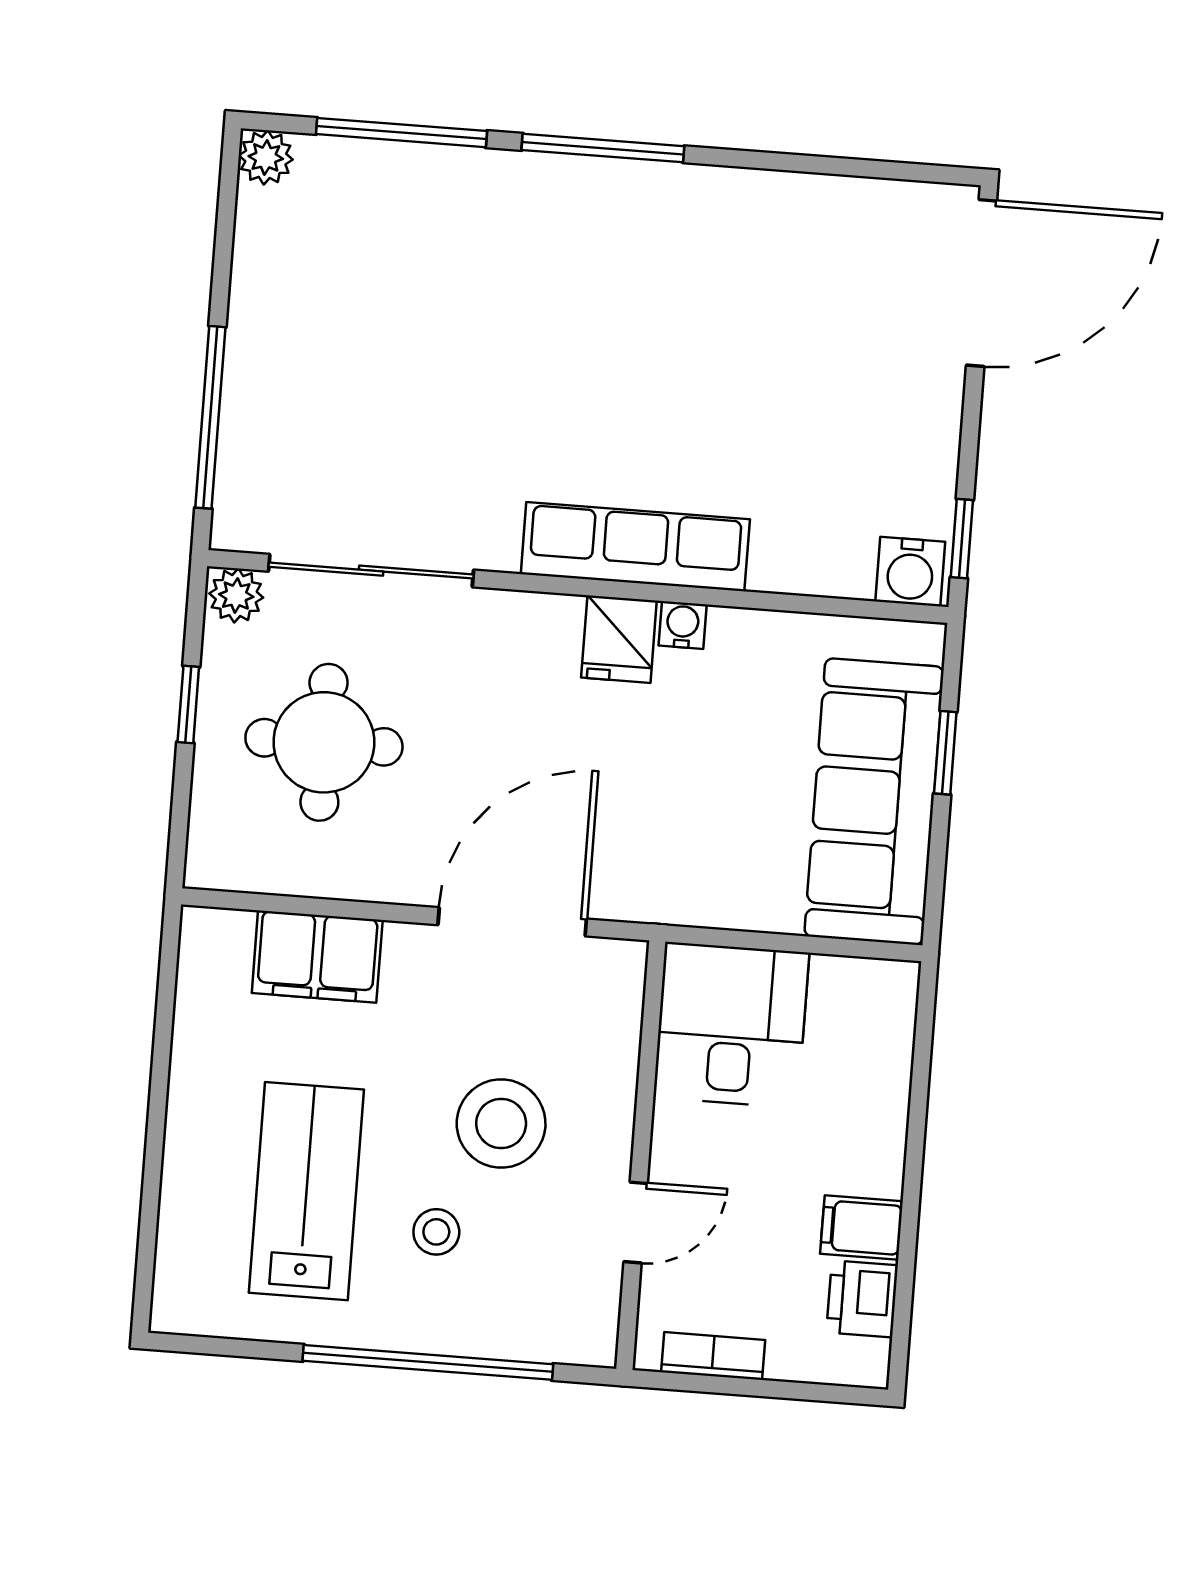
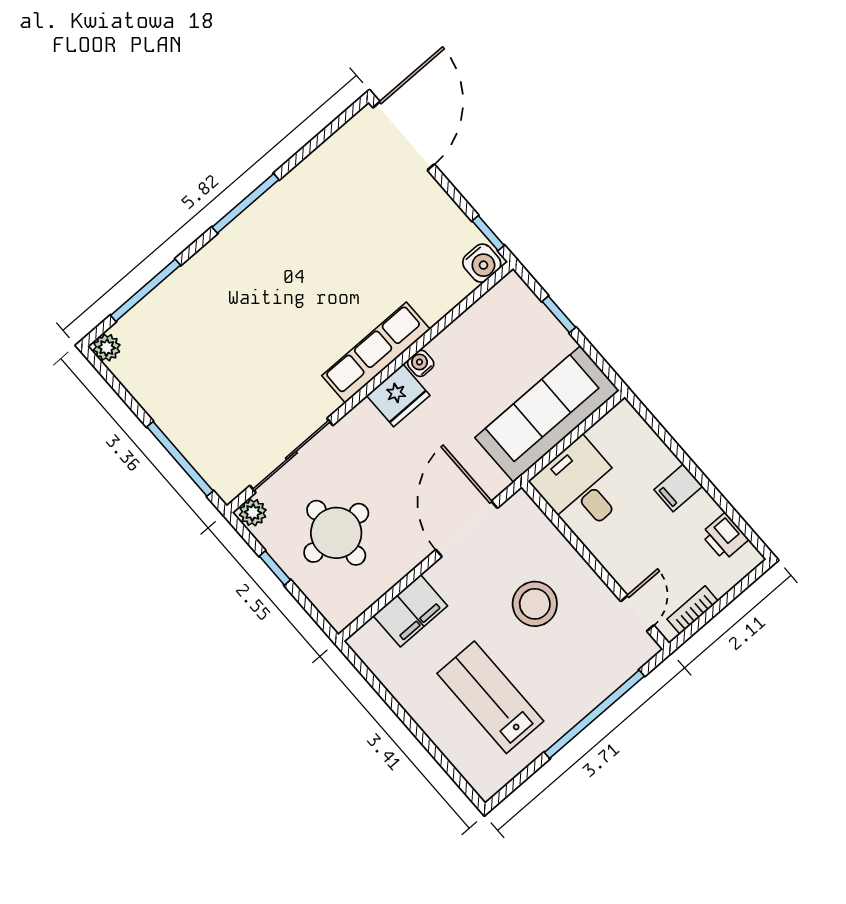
window: (603, 148) -> (246, 203), moved
fridge: (619, 639) -> (398, 395), width x1.38
sofa: (874, 802) -> (547, 414), moved, turned 90
door: (636, 1222) -> (637, 613), moved
filing cabinet: (862, 1227) -> (678, 488), moved
stool: (436, 1232) -> (551, 665), removed

